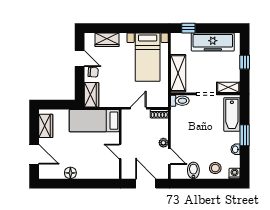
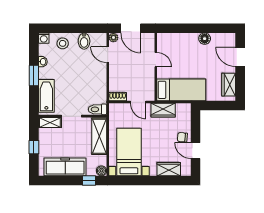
boiler: (176, 38) -> (101, 171), added
wardrobe: (92, 95) -> (163, 110), moved, turned -90
door: (138, 108) -> (138, 102), hinge flipped
plant: (163, 143) -> (113, 38), moved

